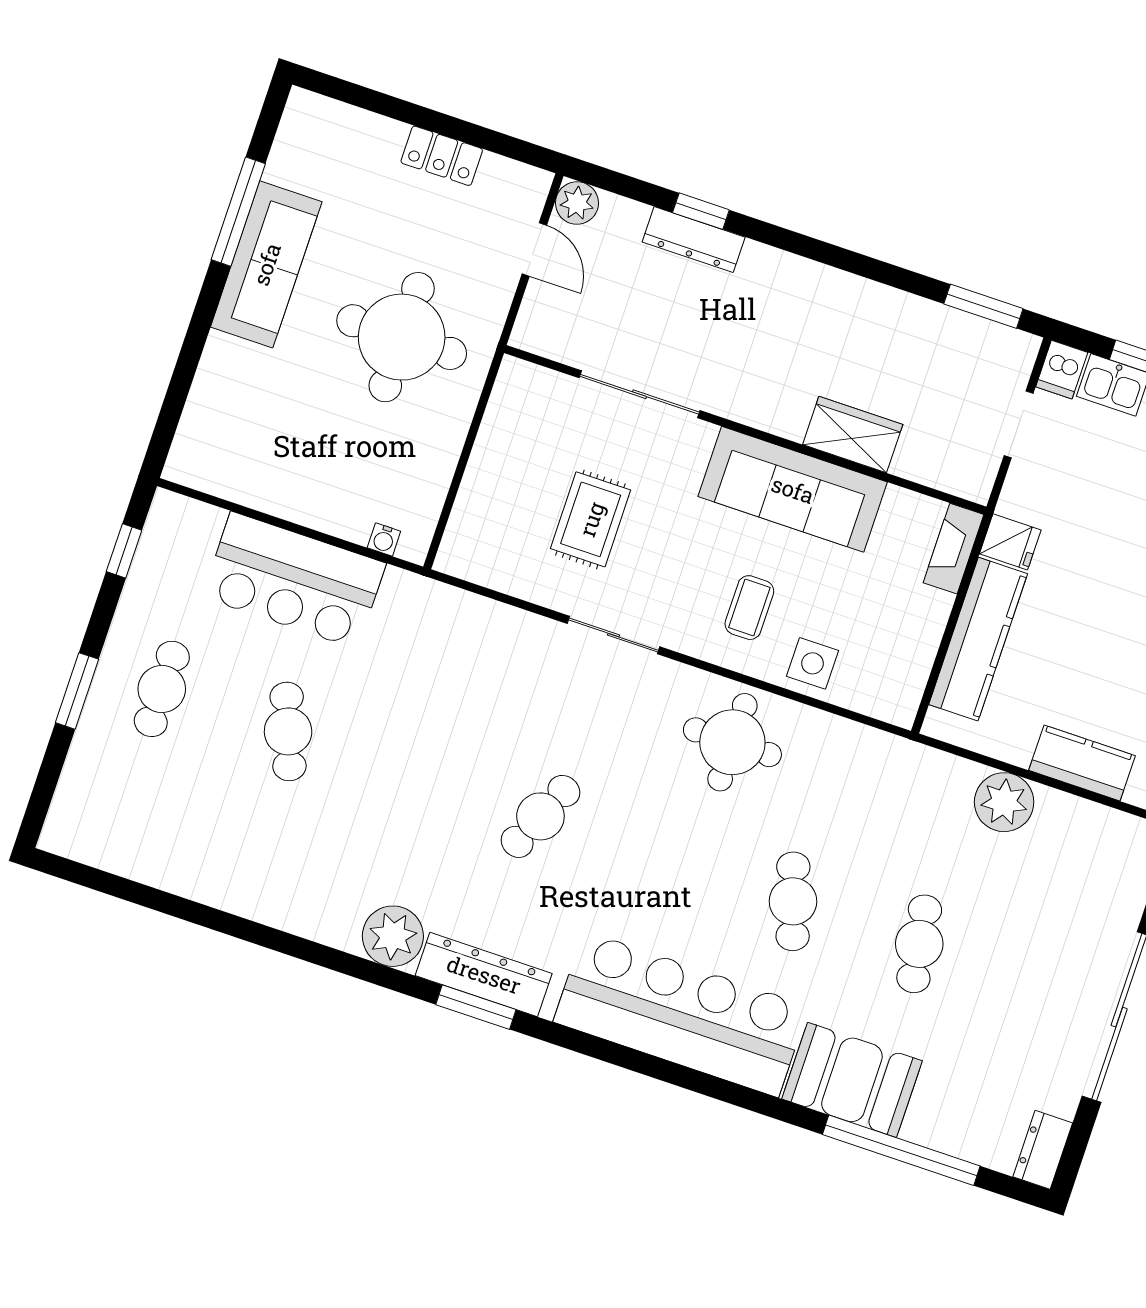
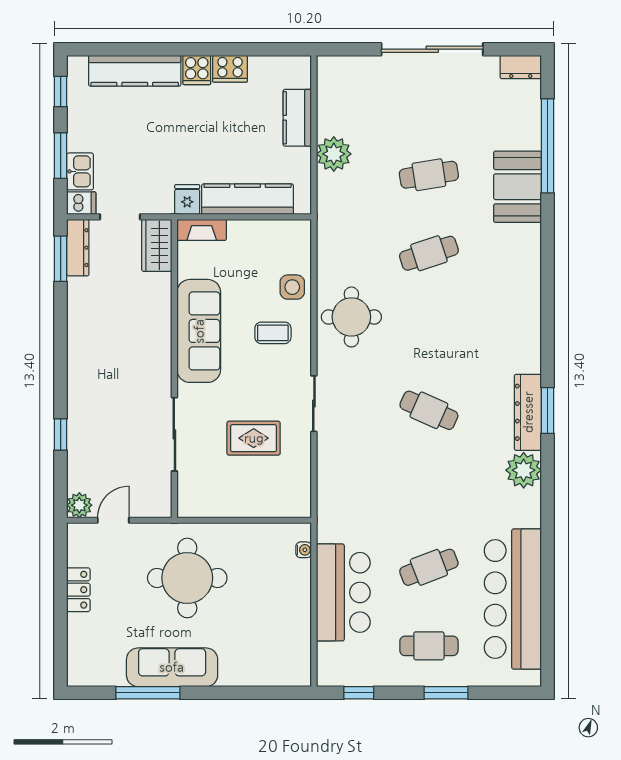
dresser: (694, 240) -> (78, 248), moved
wardrobe: (853, 435) -> (157, 245), moved
bar counter: (681, 1014) -> (513, 599), moved

